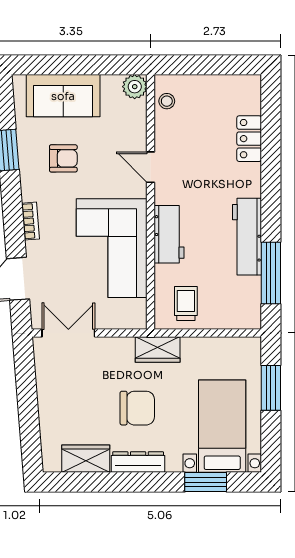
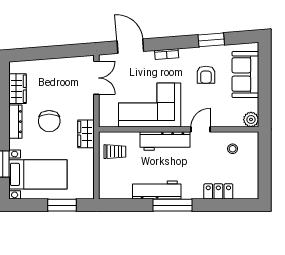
stool: (167, 101) -> (233, 149), moved
workbench: (169, 234) -> (165, 141), width x1.38
window: (271, 273) -> (172, 205), moved

